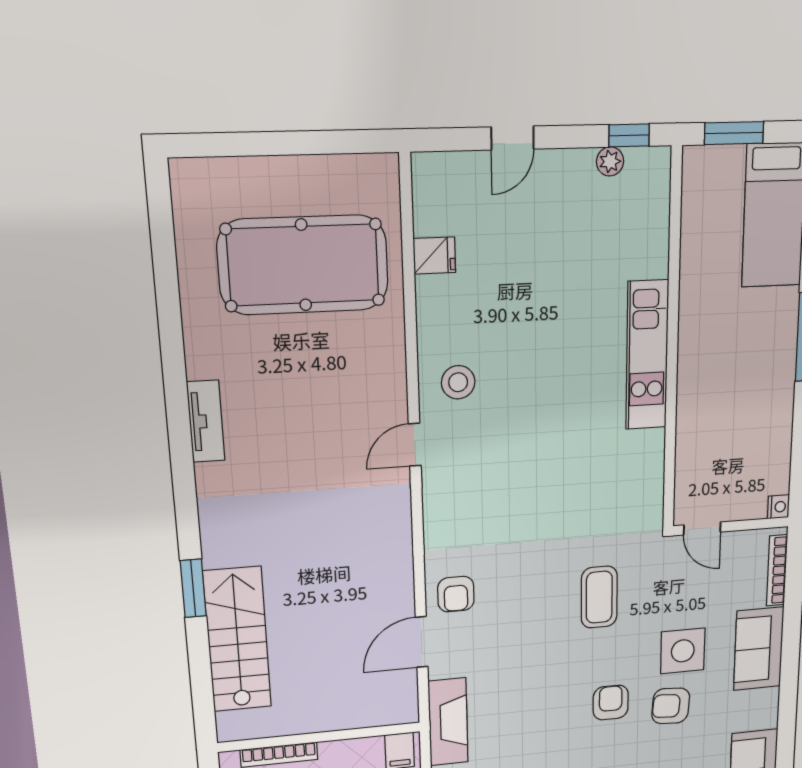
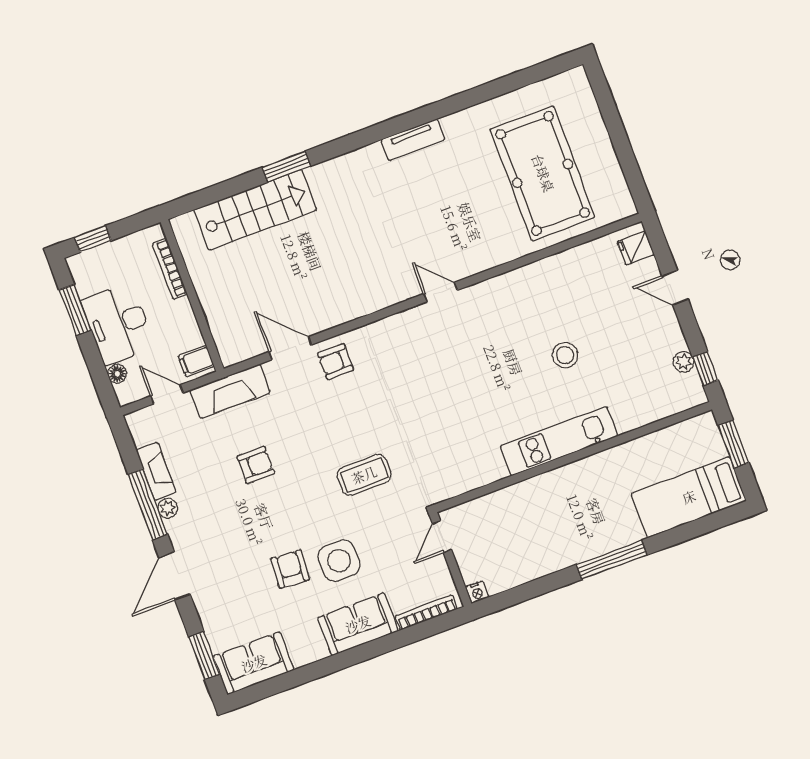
fridge: (434, 256) -> (636, 248), moved, turned 90
stool: (458, 382) -> (565, 355), moved
armchair: (611, 703) -> (256, 465), moved

